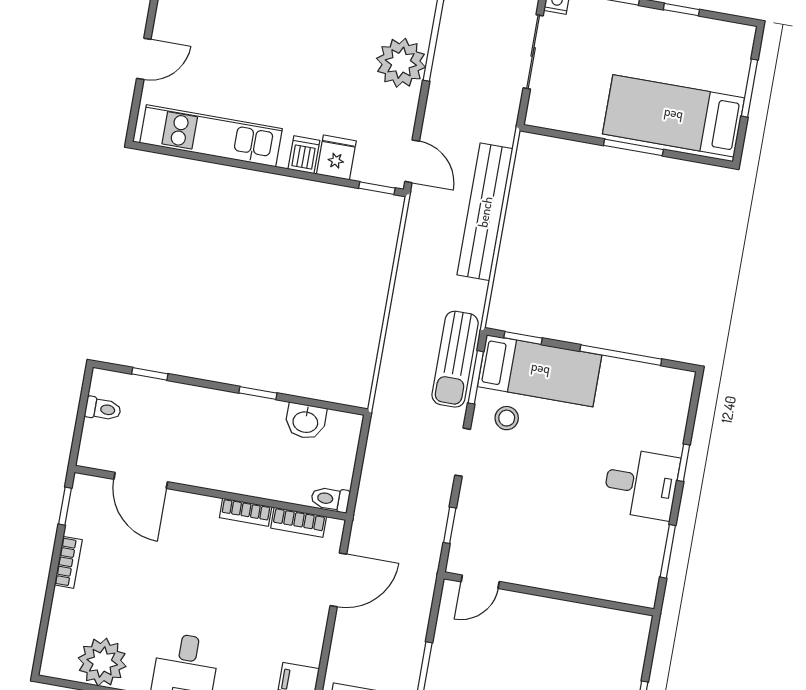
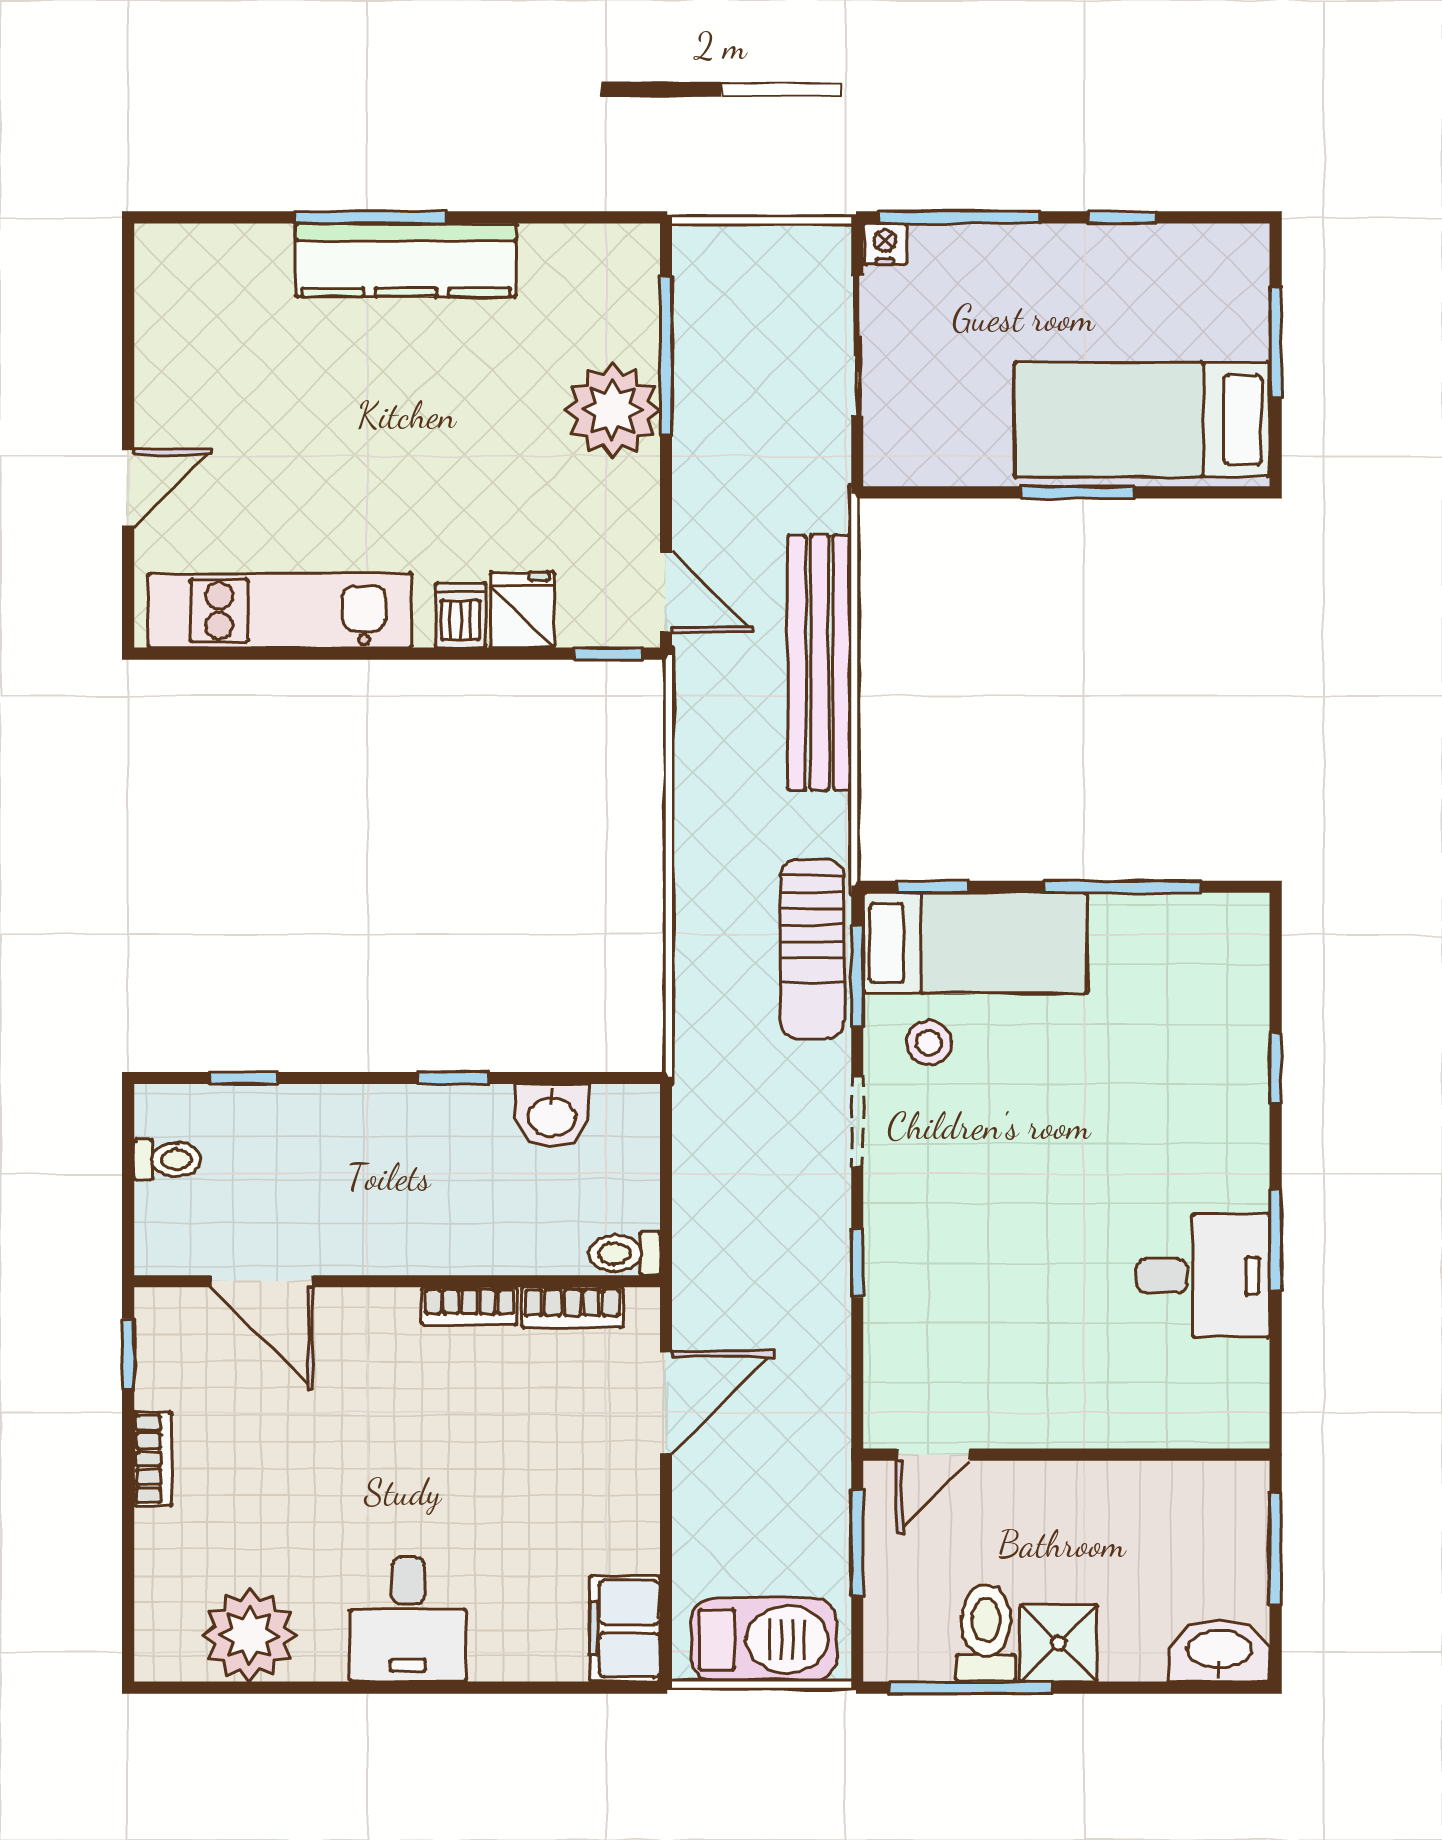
desk: (641, 484) -> (1203, 1276), moved
door: (480, 582) -> (933, 1455), moved
wall: (549, 594) -> (1066, 1455), moved

